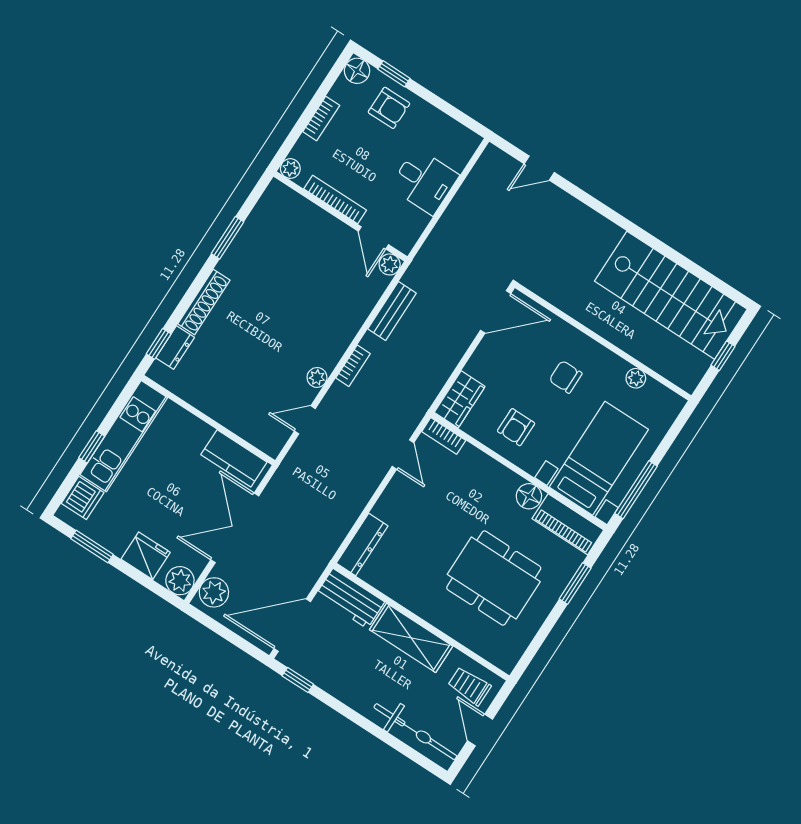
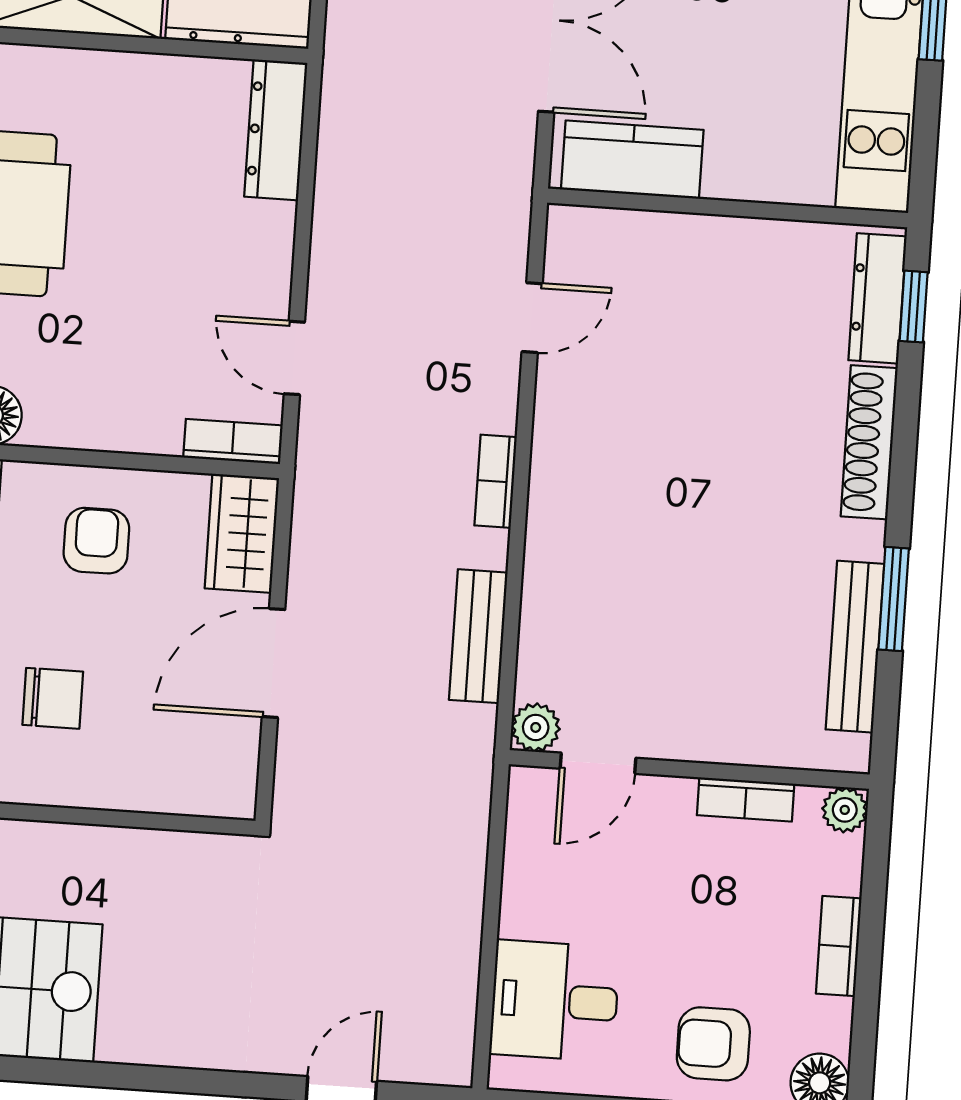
desk: (424, 181) -> (555, 1001), moved
bookcase: (335, 200) -> (746, 799), width x0.64
bench: (252, 228) -> (855, 647), added
door: (374, 238) -> (598, 763), swing flipped
door: (496, 312) -> (274, 663), moved
dresser: (175, 348) -> (877, 298), width x1.44
plant: (317, 377) -> (555, 417), removed

